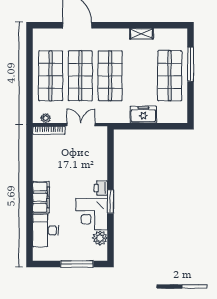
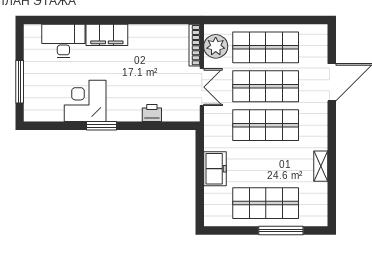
plant: (46, 118) -> (216, 46), width x1.87, depth x1.87
printer: (101, 188) -> (152, 113), moved
plant: (100, 238) -> (53, 112), removed

